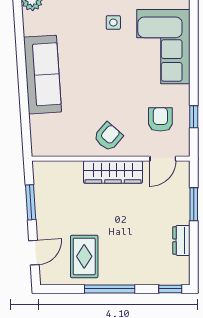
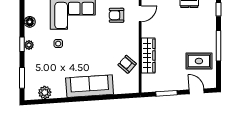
armchair: (108, 137) -> (127, 64), moved
door: (163, 159) -> (140, 14), hinge flipped
wardrobe: (113, 172) -> (148, 56), moved

